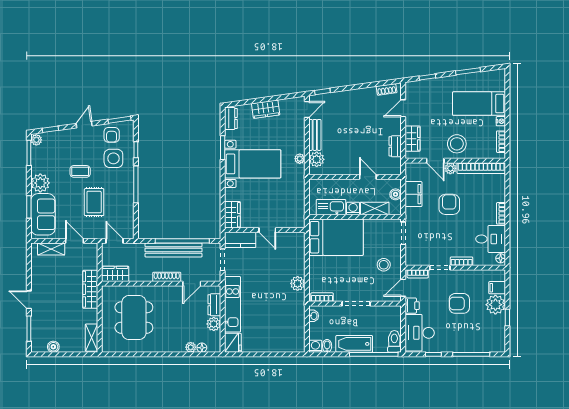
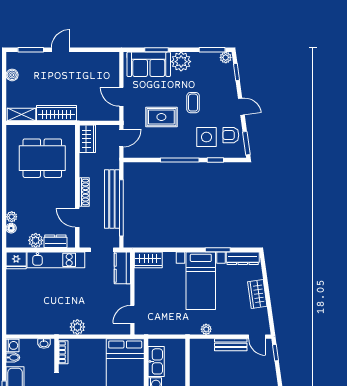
dresser: (231, 118) -> (243, 258), width x1.44
plant: (317, 159) -> (206, 347), removed
door: (267, 230) -> (132, 314), moved
door: (75, 241) -> (121, 97), swing flipped
shelving: (51, 249) -> (113, 73), removed
wardrobe: (90, 289) -> (57, 113), moved

